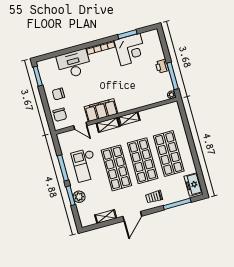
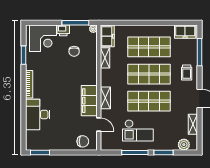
corner desk: (130, 50) -> (43, 38), moved, turned 90
chair: (58, 94) -> (74, 51), moved
freezer: (168, 110) -> (107, 36), added
shelving: (129, 119) -> (105, 58), moved
door: (80, 126) -> (99, 125), hinge flipped
plant: (79, 197) -> (184, 145), moved

